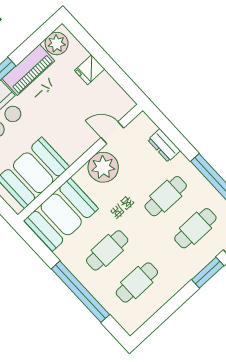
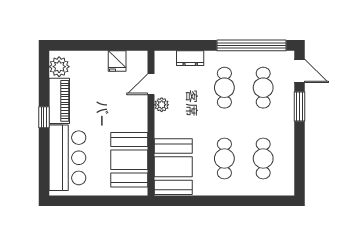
fridge: (90, 70) -> (117, 61), moved
plant: (103, 167) -> (162, 105), width x0.53, depth x0.53
window: (80, 292) -> (235, 201), removed

